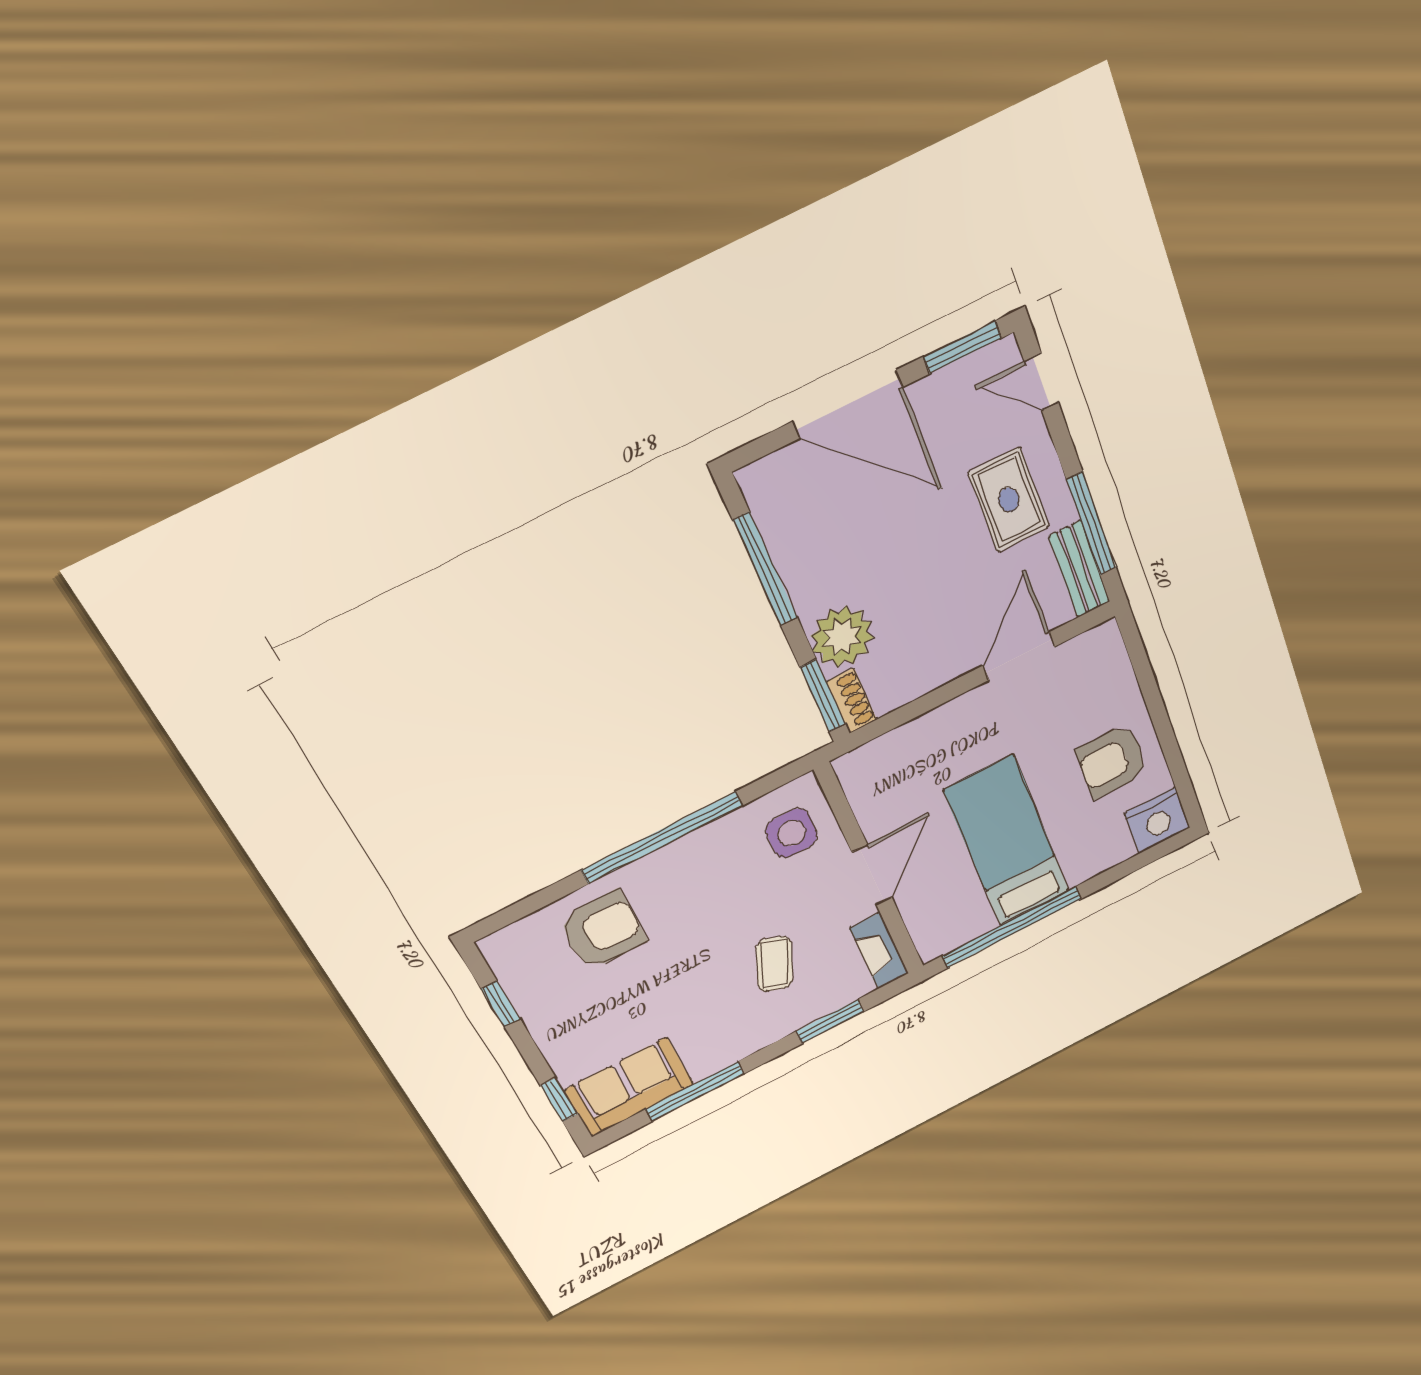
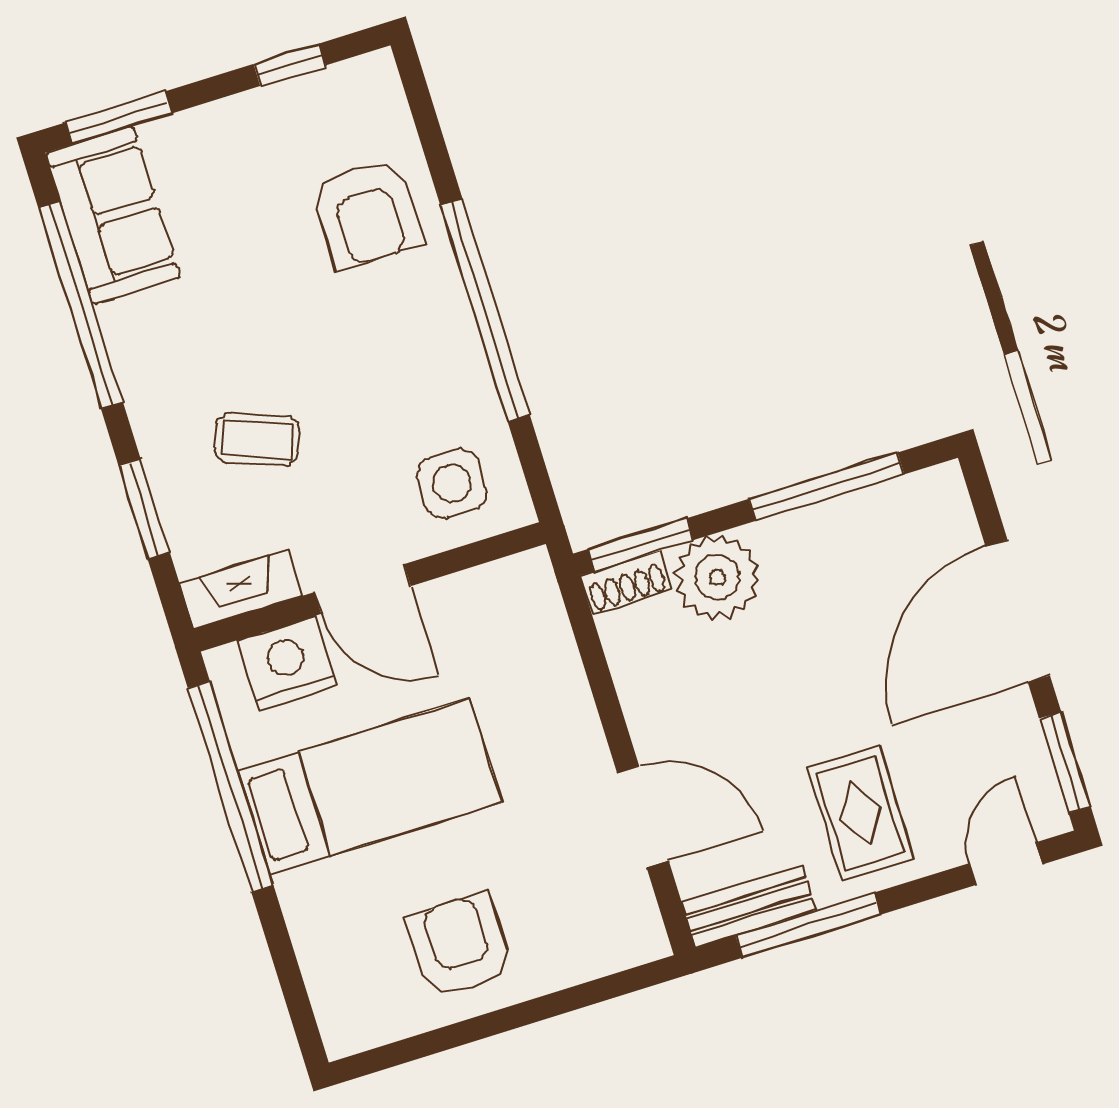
rug: (1009, 500) -> (861, 813), turned 90
nightstand: (1157, 820) -> (287, 663), moved, turned 90
window: (695, 1091) -> (81, 305), width x1.46
window: (559, 1100) -> (119, 118), width x1.50

